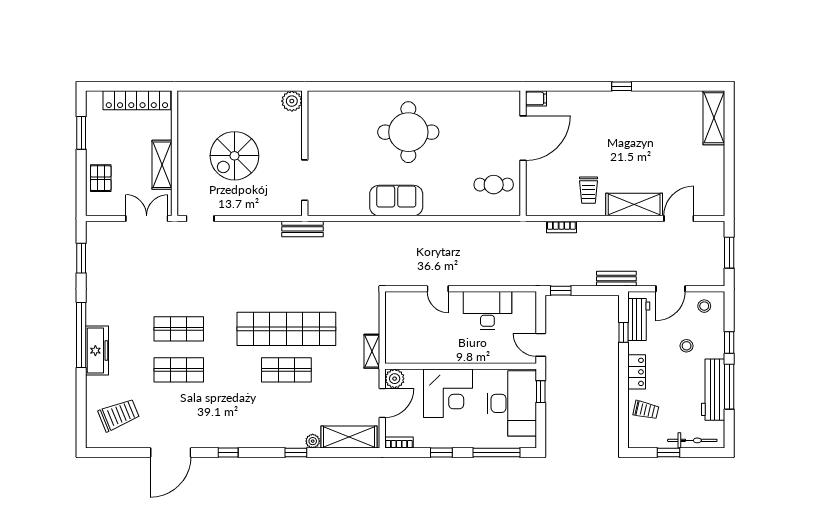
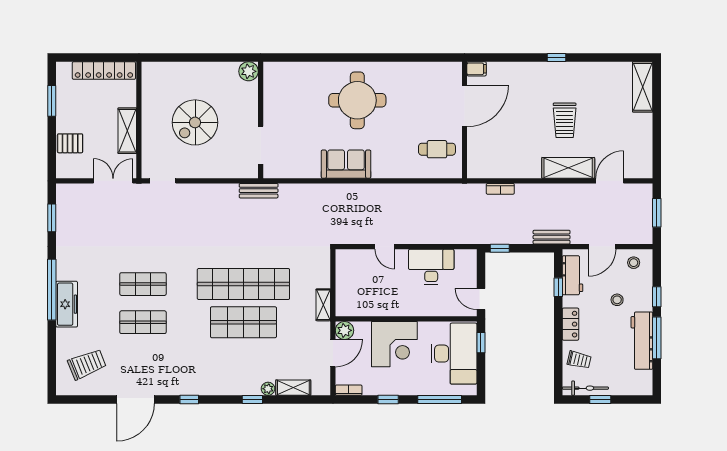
pallet: (101, 178) -> (70, 143), turned 90
trolley: (589, 190) -> (565, 120), moved, width x1.36, depth x1.39
shop shelf: (286, 370) -> (243, 322), width x1.43, depth x1.36
shelving: (349, 437) -> (293, 388), width x0.67, depth x0.75
bicycle: (692, 440) -> (585, 388), moved

